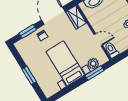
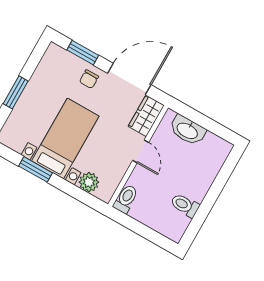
door: (98, 40) -> (141, 151), moved
window: (95, 73) -> (36, 169), moved

